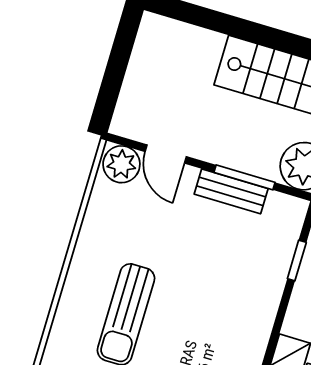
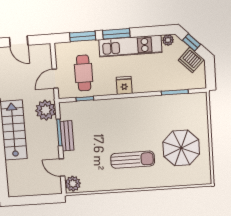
door: (166, 154) -> (62, 168), swing flipped

